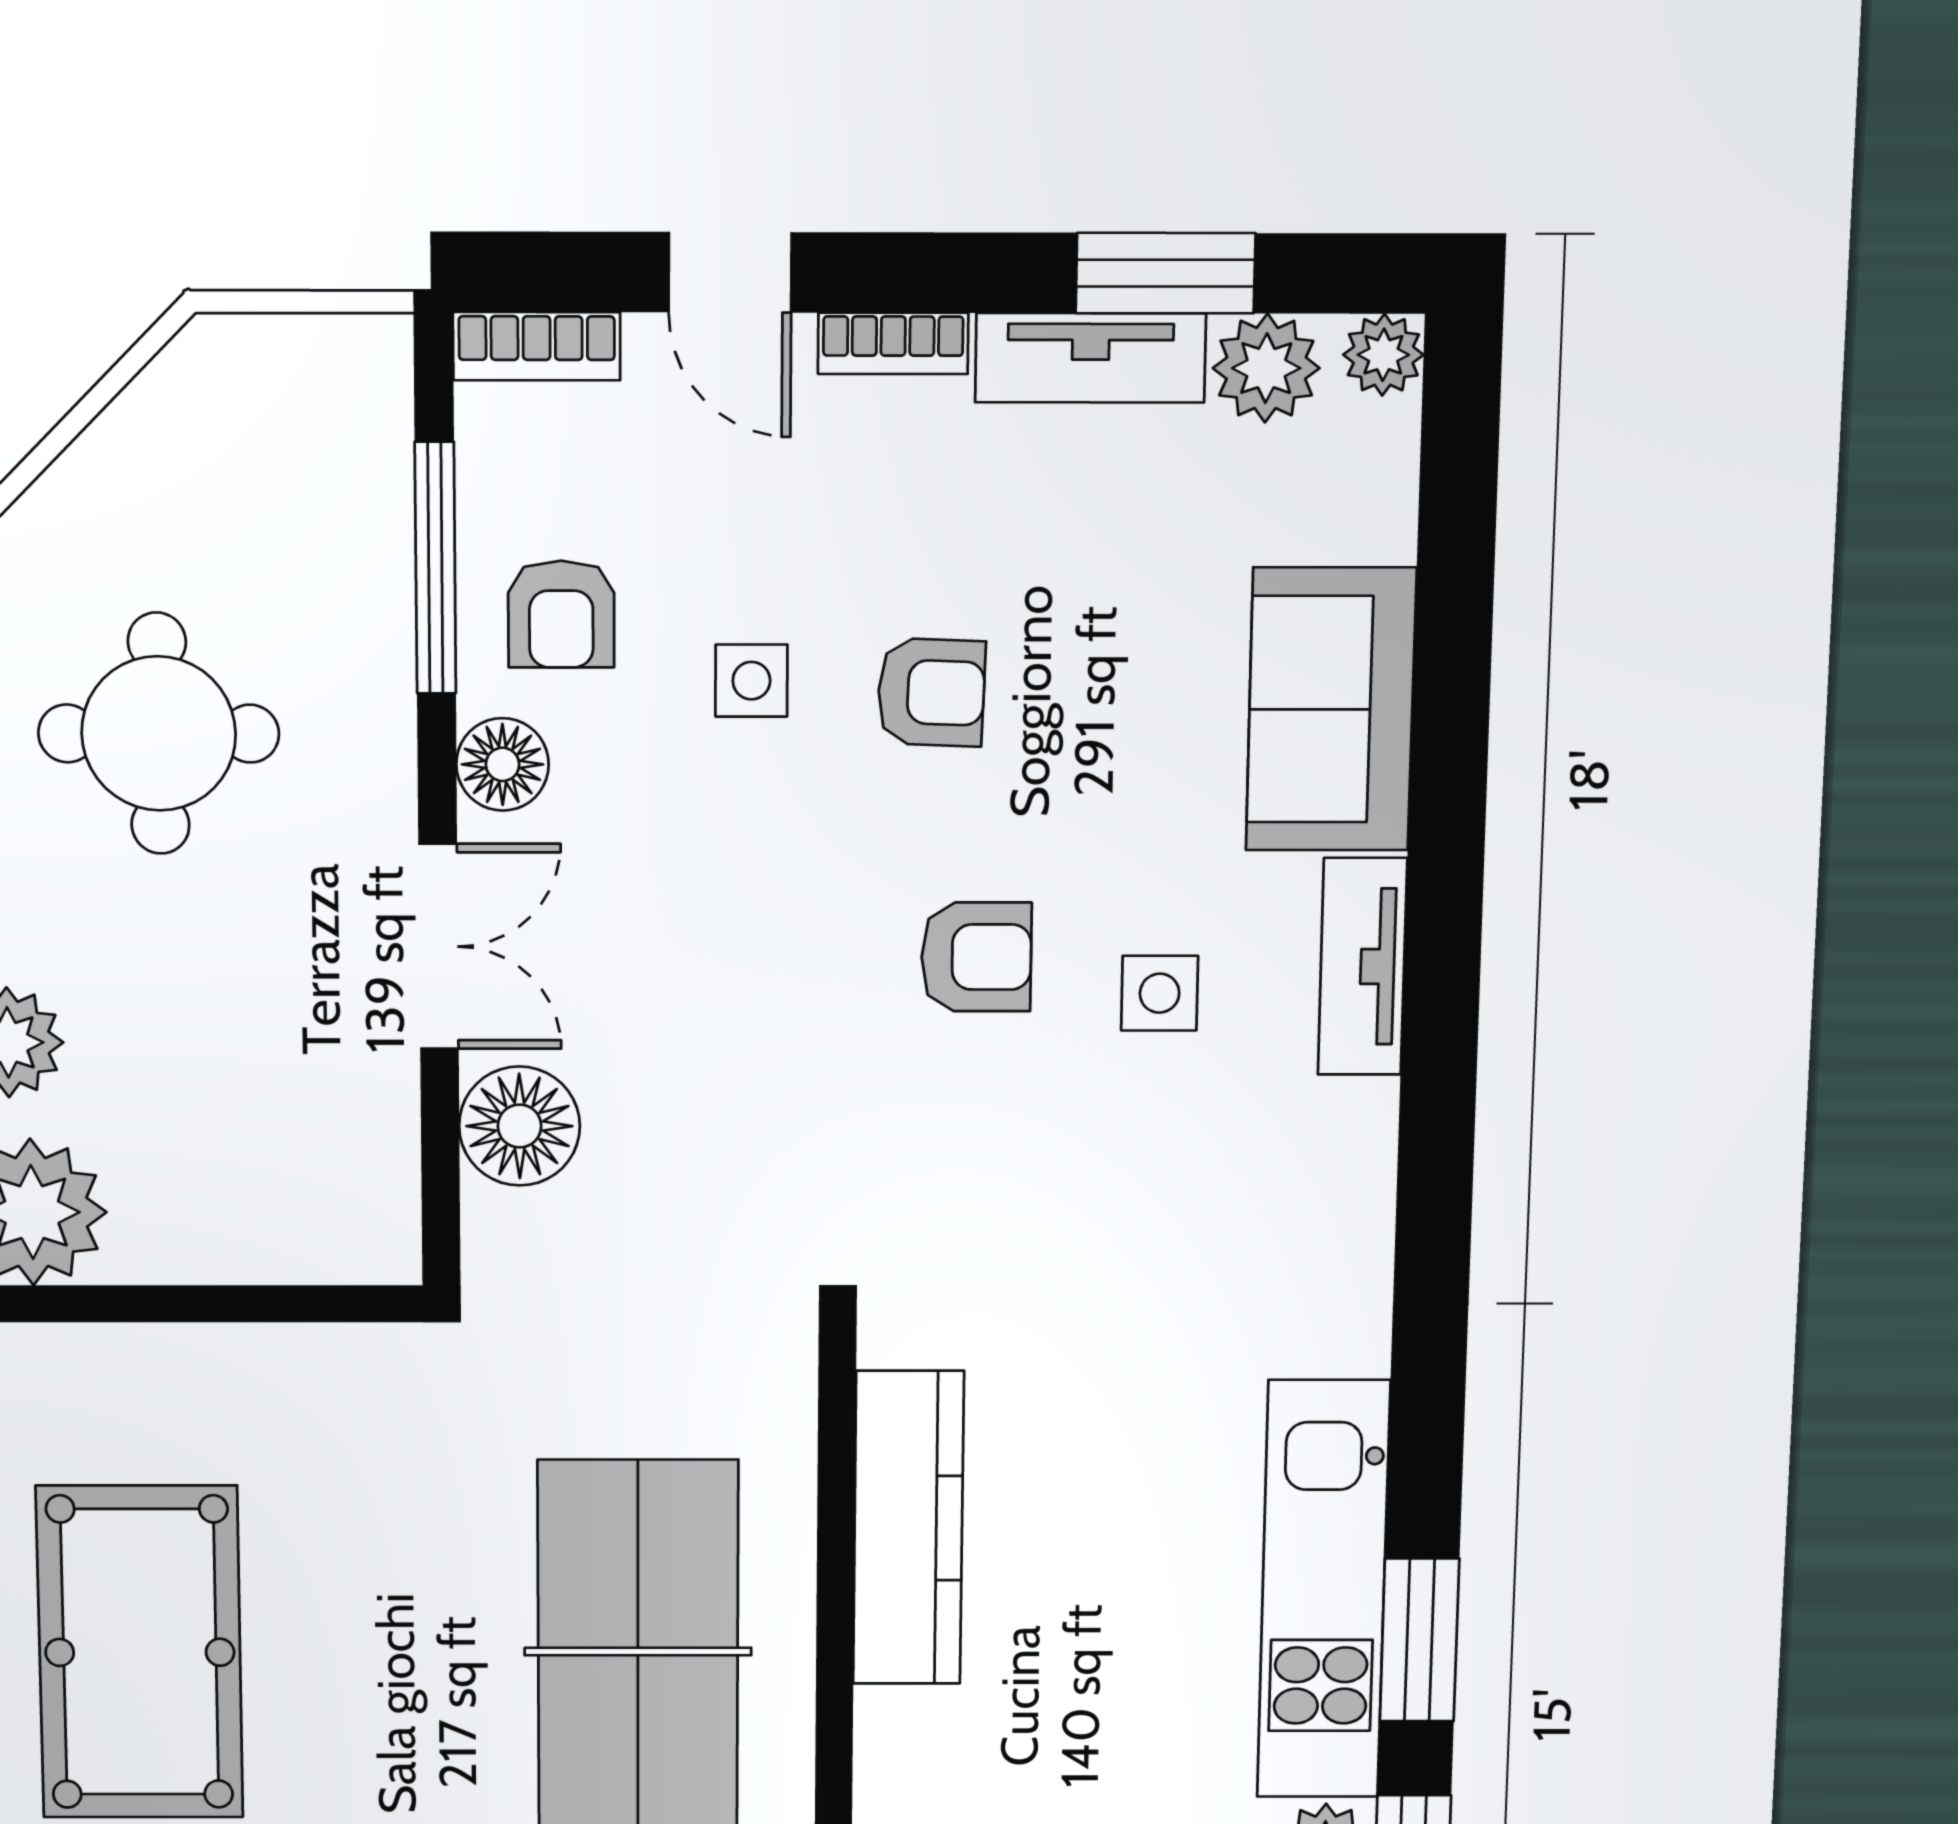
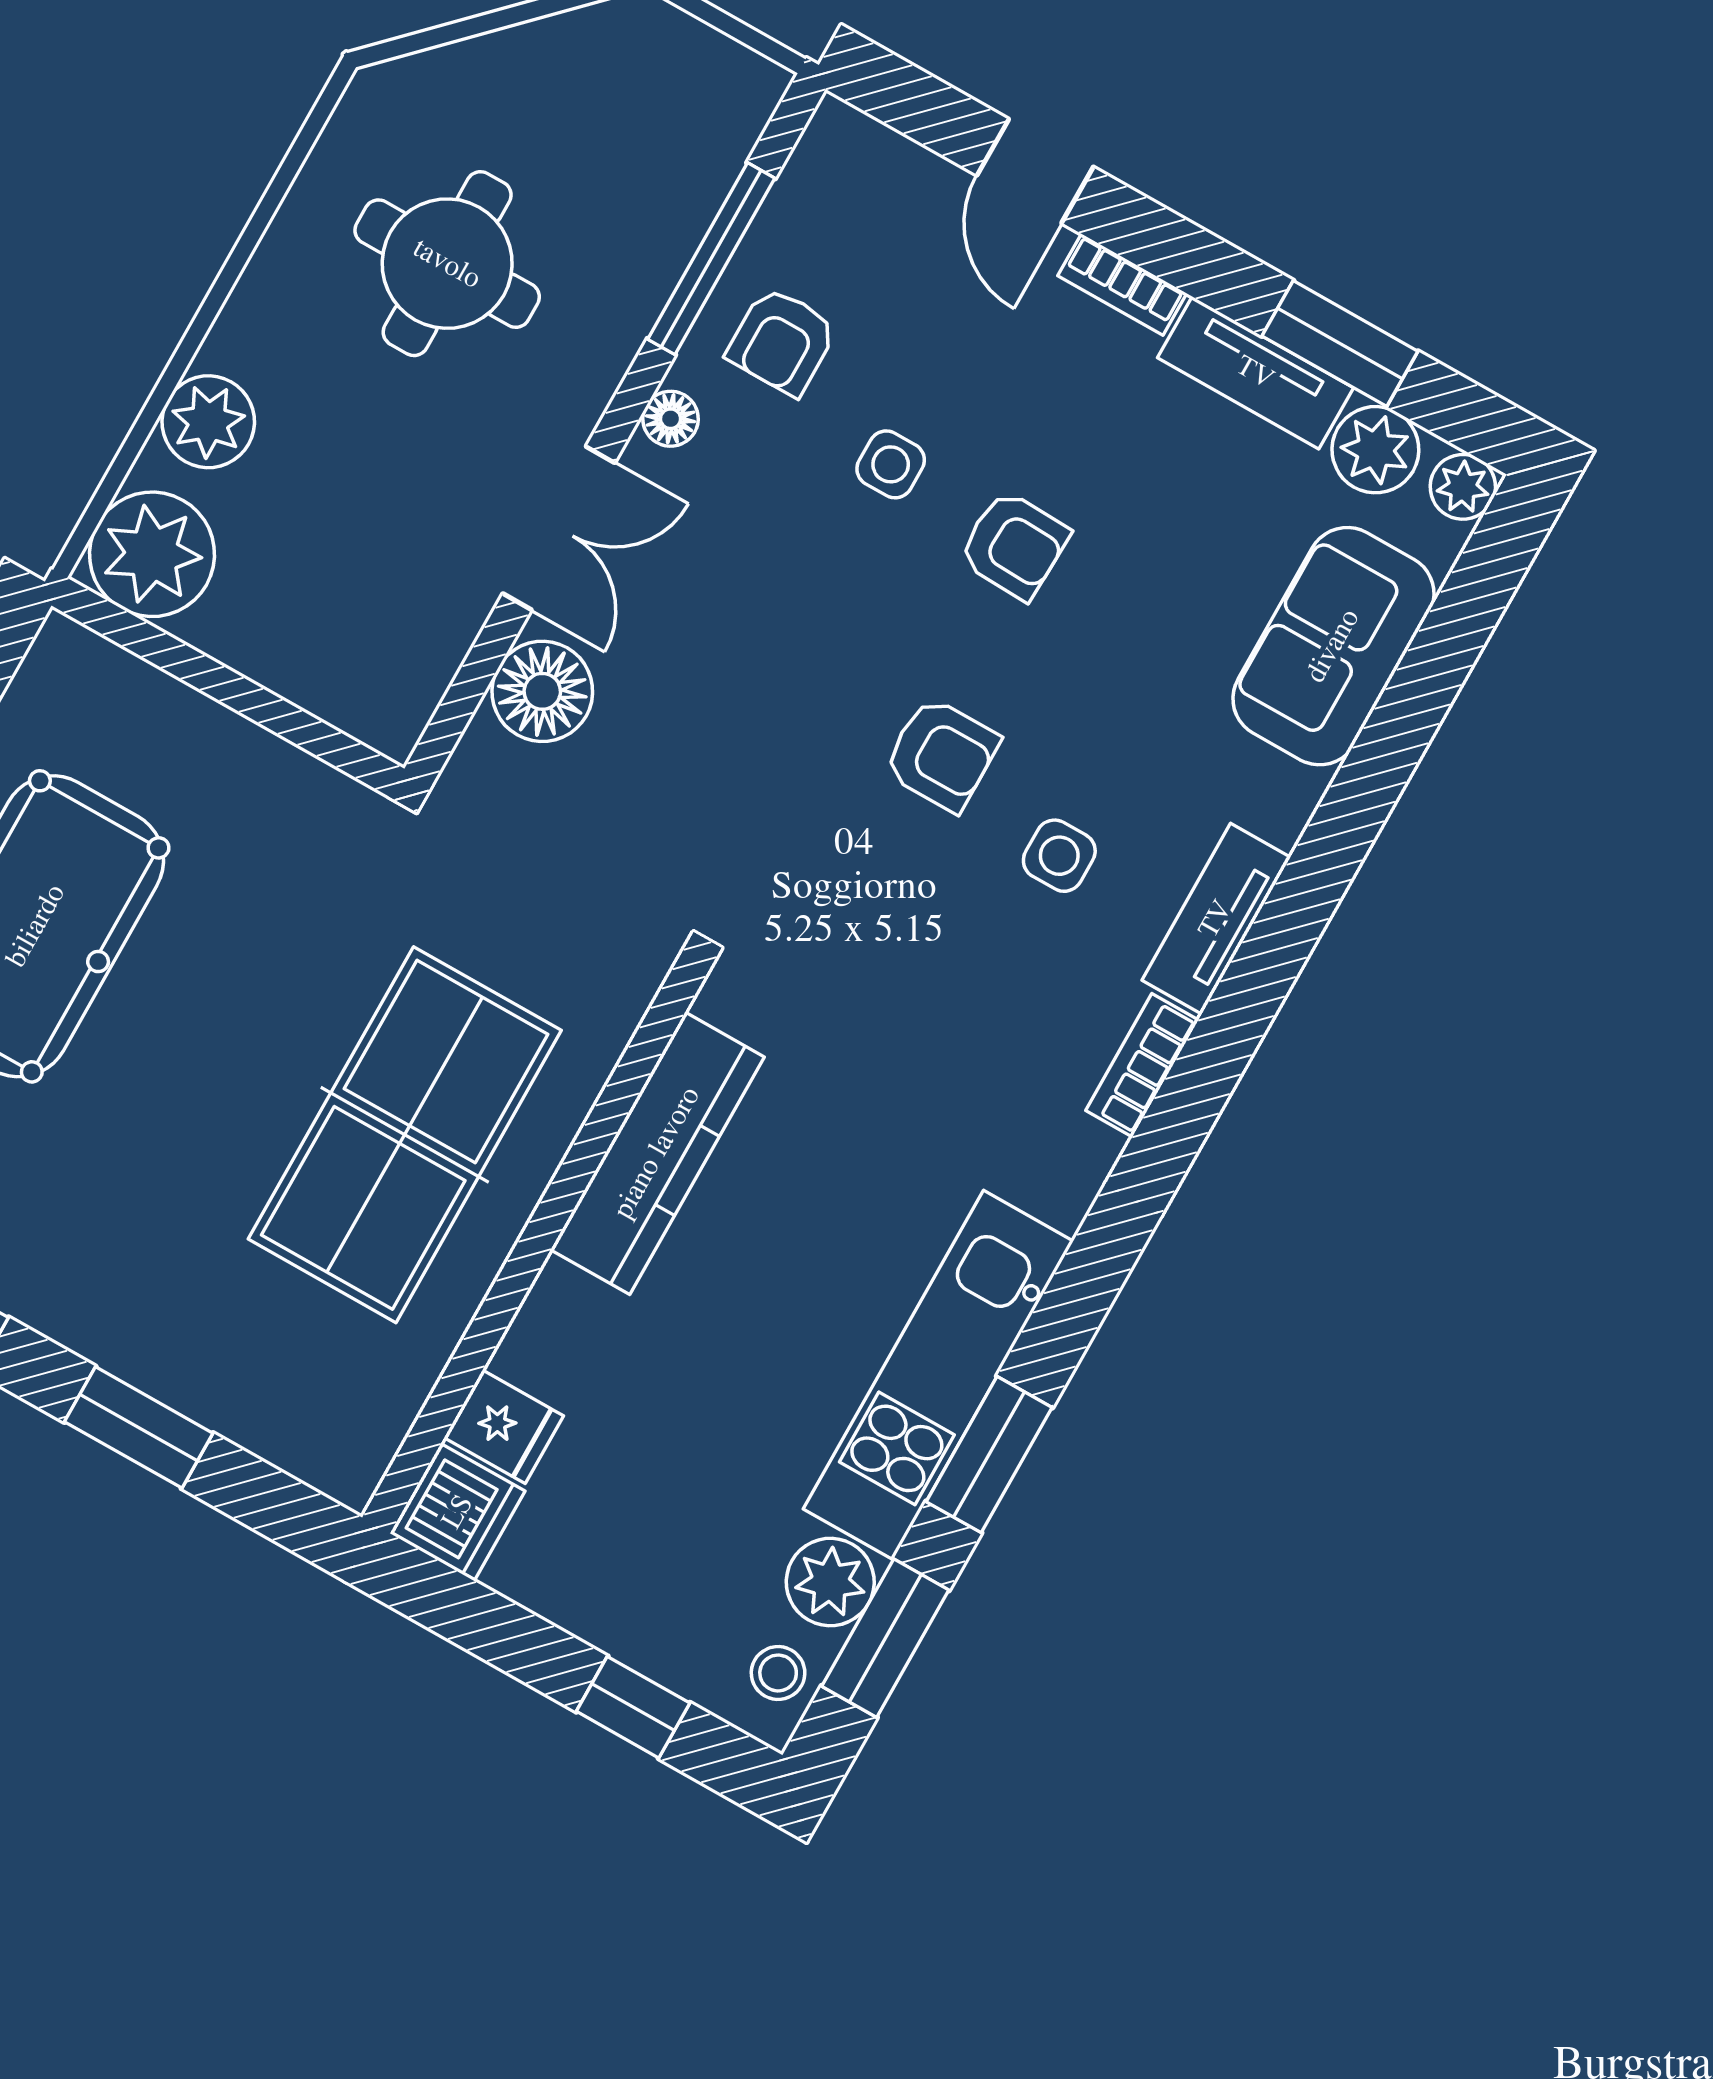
bookcase: (537, 346) -> (1142, 1065), moved, turned 90
sofa: (1331, 709) -> (1333, 646), moved
floor lamp: (503, 764) -> (671, 419), width x0.73, depth x0.73

